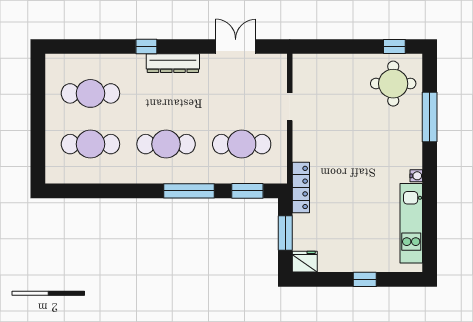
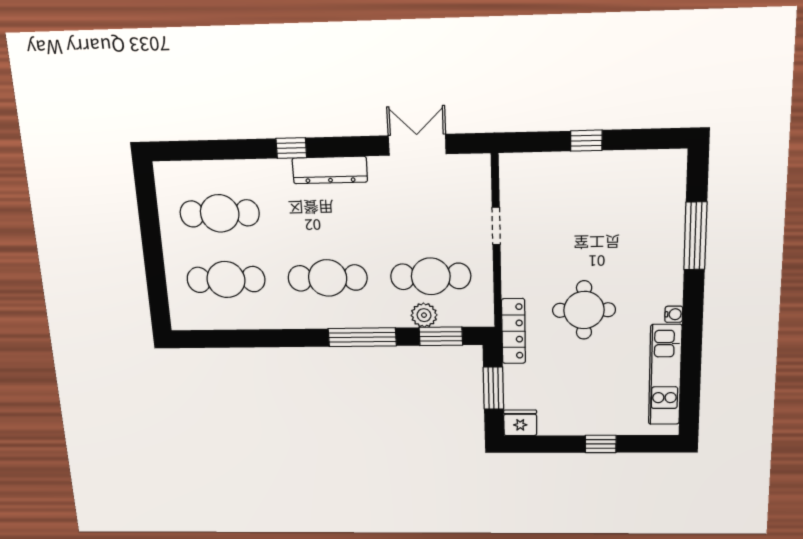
window: (394, 47) -> (586, 141), moved
round table: (393, 84) -> (584, 310), moved
plant: (236, 174) -> (424, 315), added

